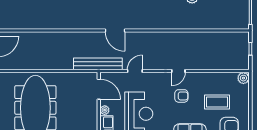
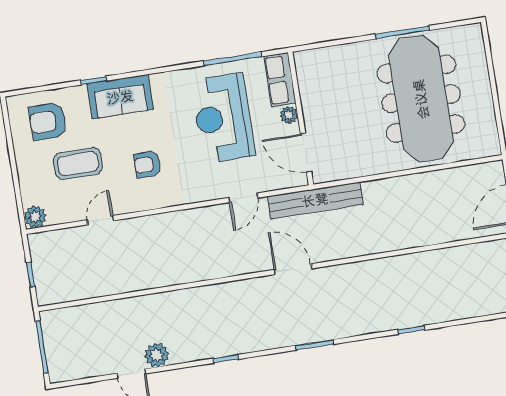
door: (178, 71) -> (100, 220), moved

